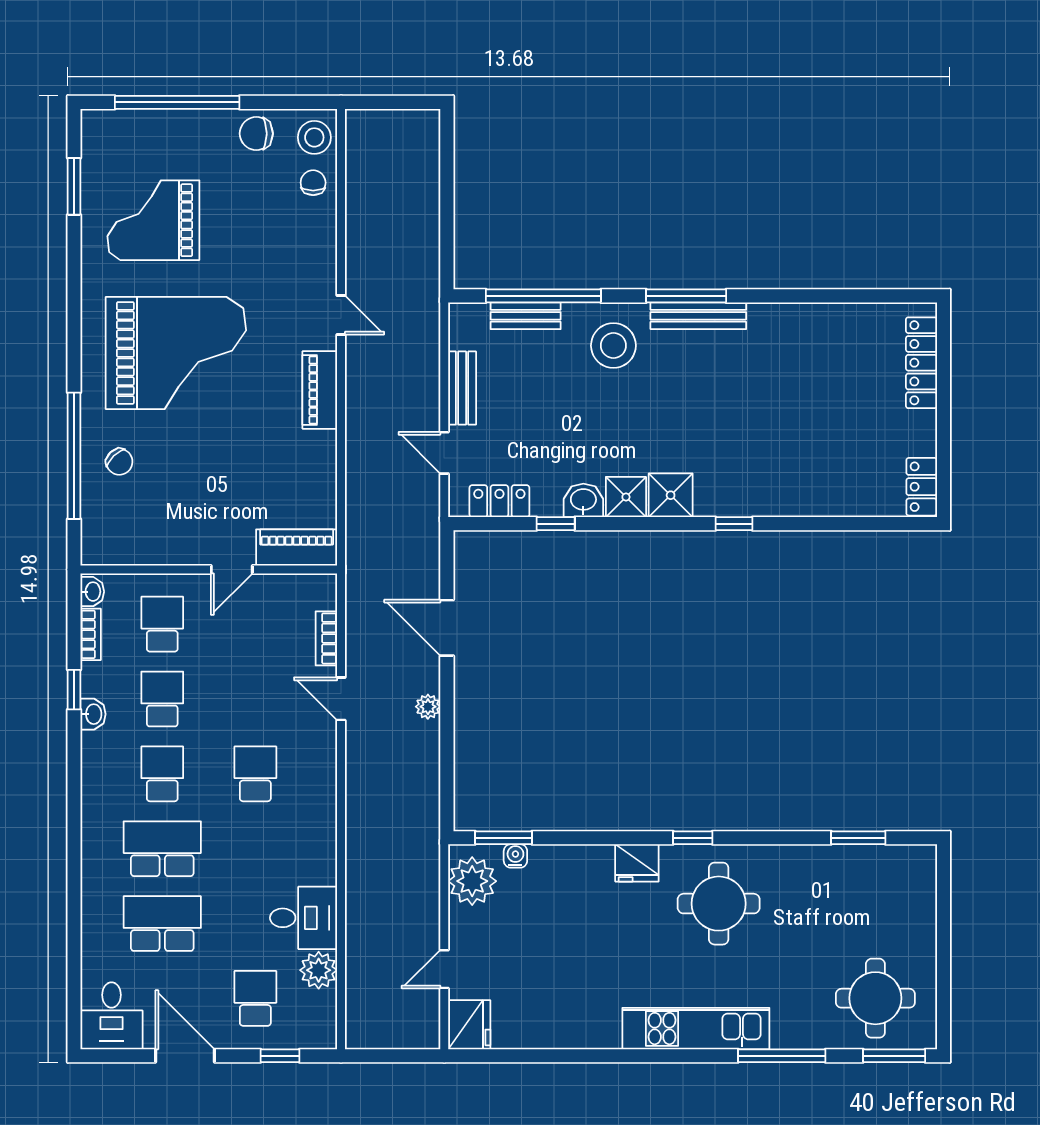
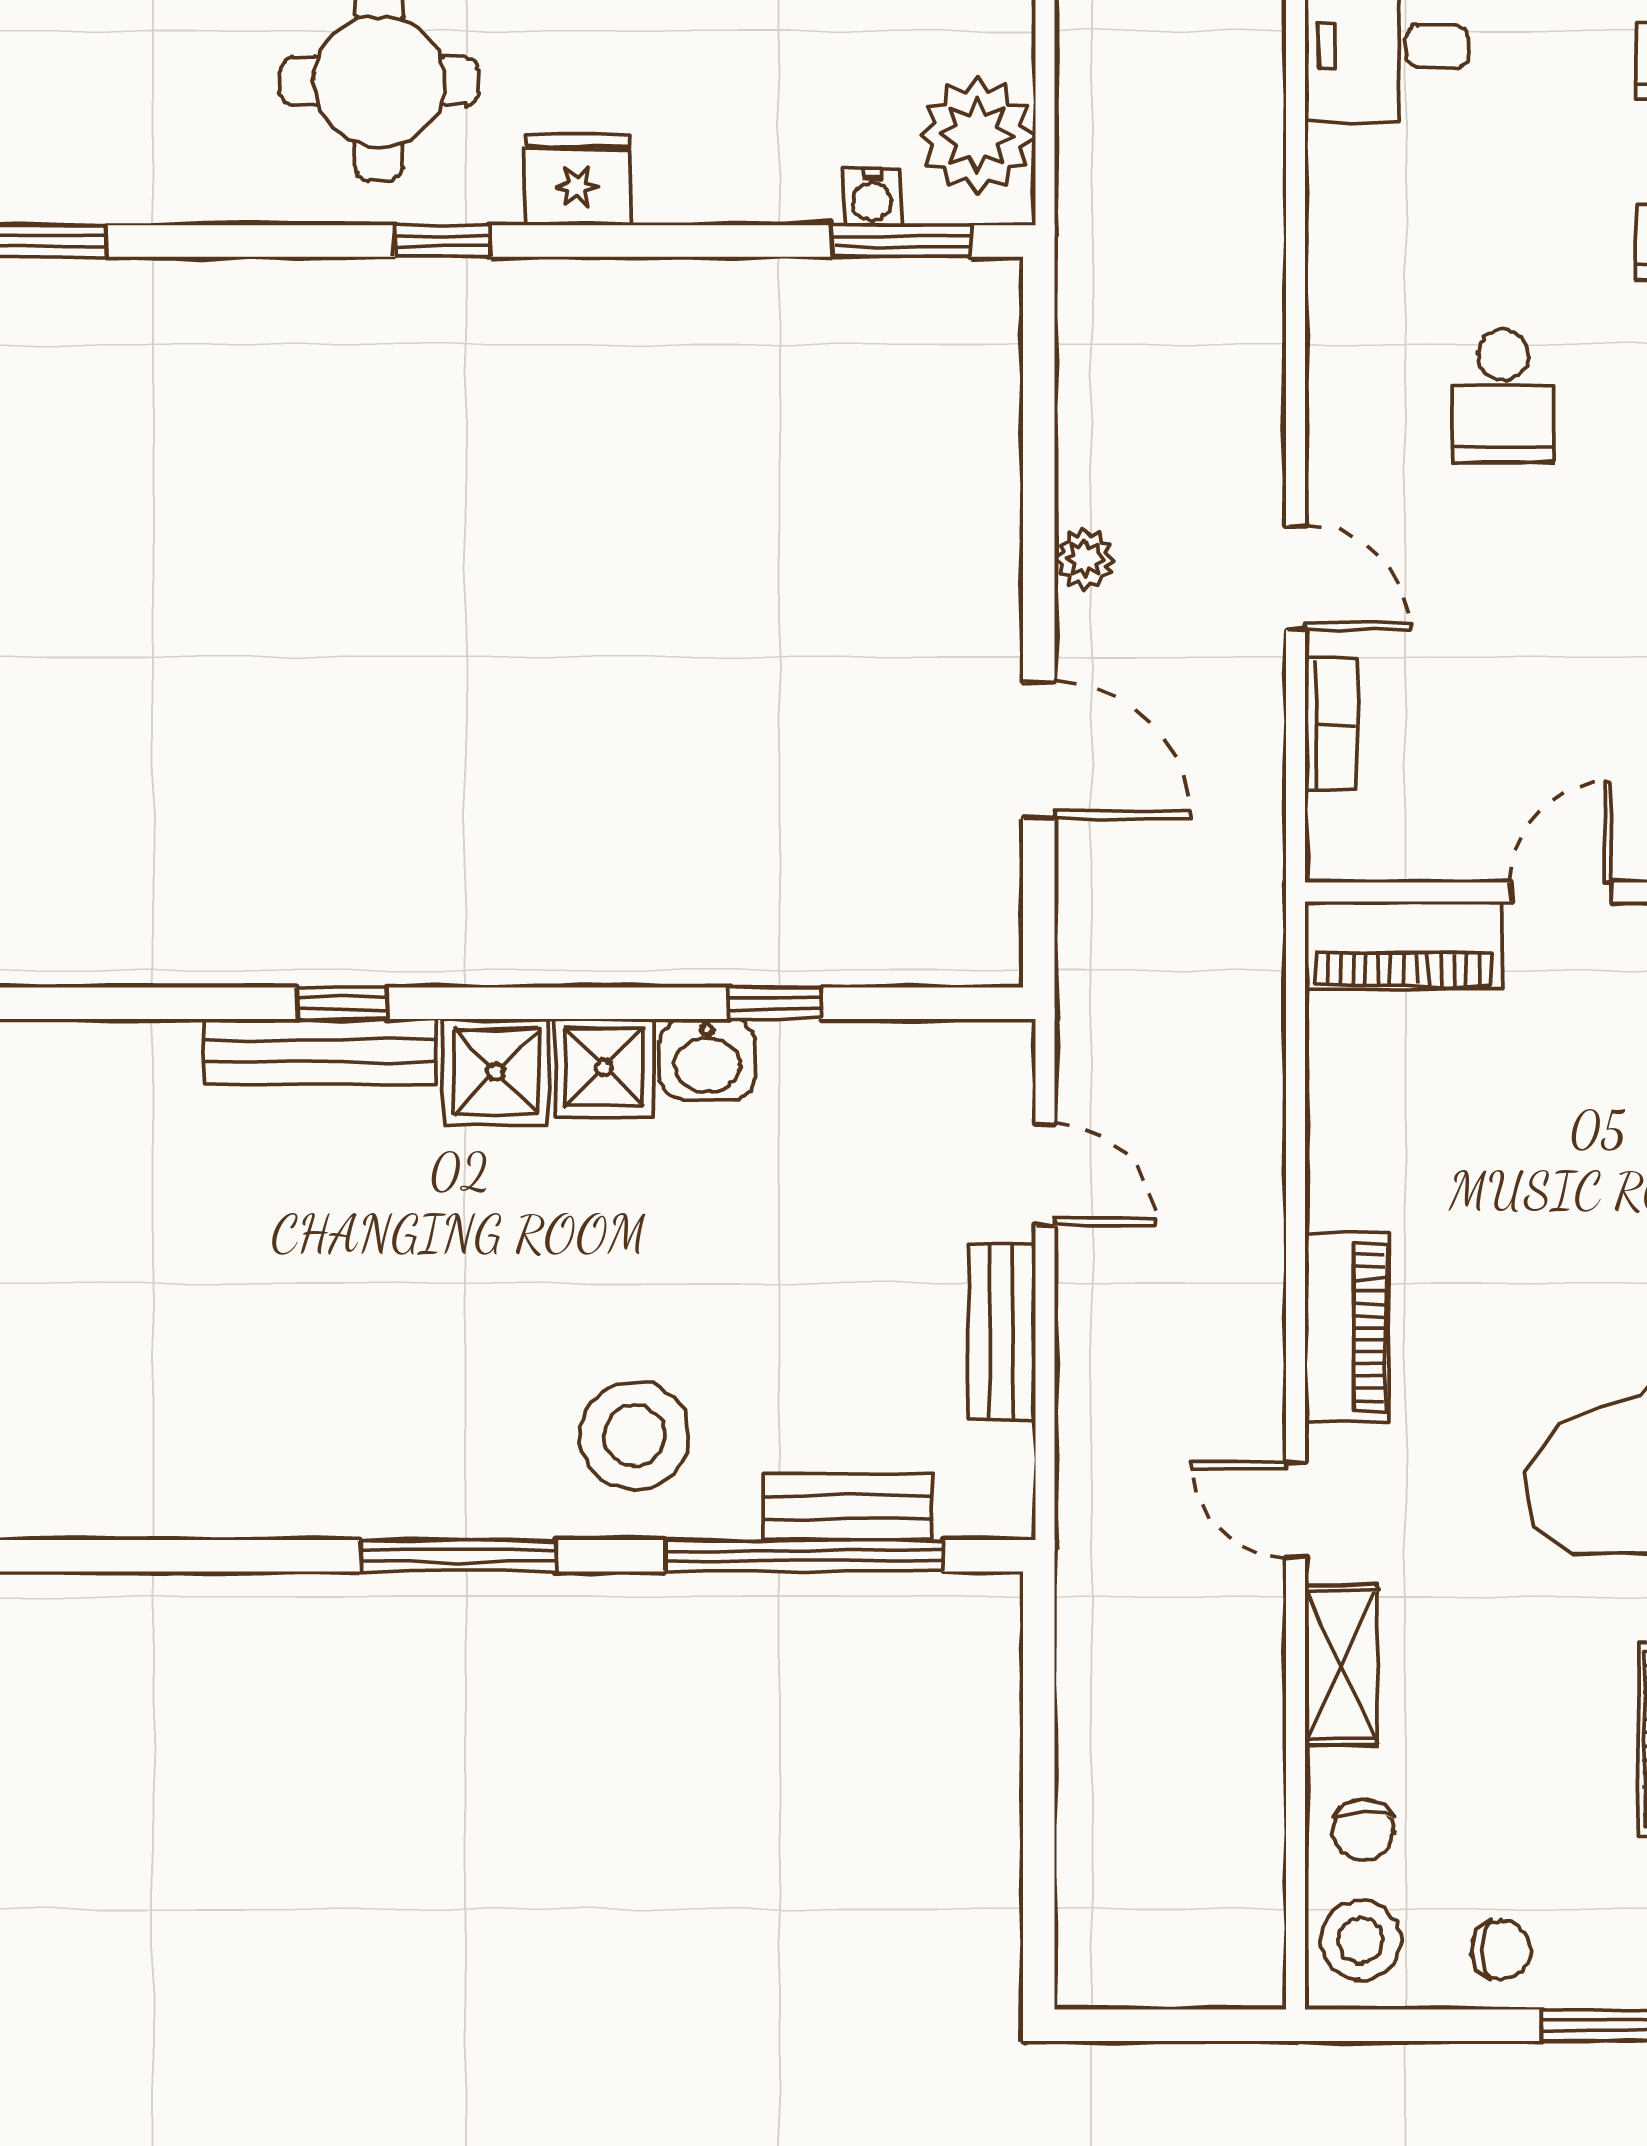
chair: (256, 134) -> (1501, 1950), width x0.73, depth x0.73
shelving: (322, 251) -> (1341, 1665), added
bench: (698, 316) -> (320, 1051), moved
locker: (499, 501) -> (911, 1058), removed

